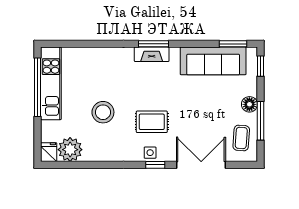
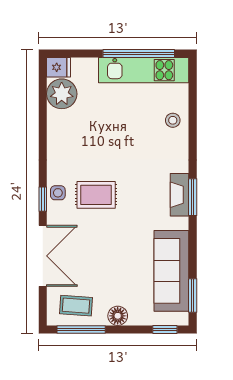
stool: (103, 112) -> (173, 120), moved, width x0.53, depth x0.53
window: (261, 121) -> (81, 329), moved
rug: (152, 122) -> (96, 195), turned 90

